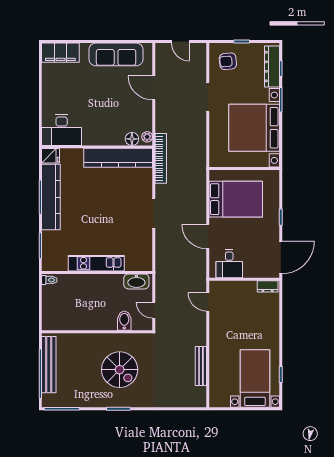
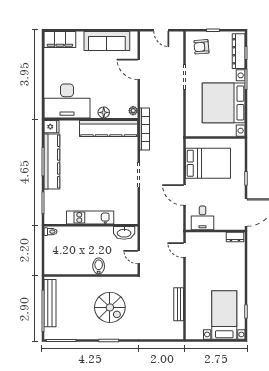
desk: (62, 130) -> (67, 101), width x1.36, depth x1.30
floor lamp: (132, 139) -> (104, 112), moved
bidet: (124, 321) -> (99, 266), moved

